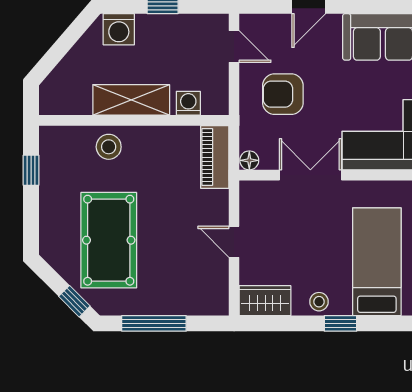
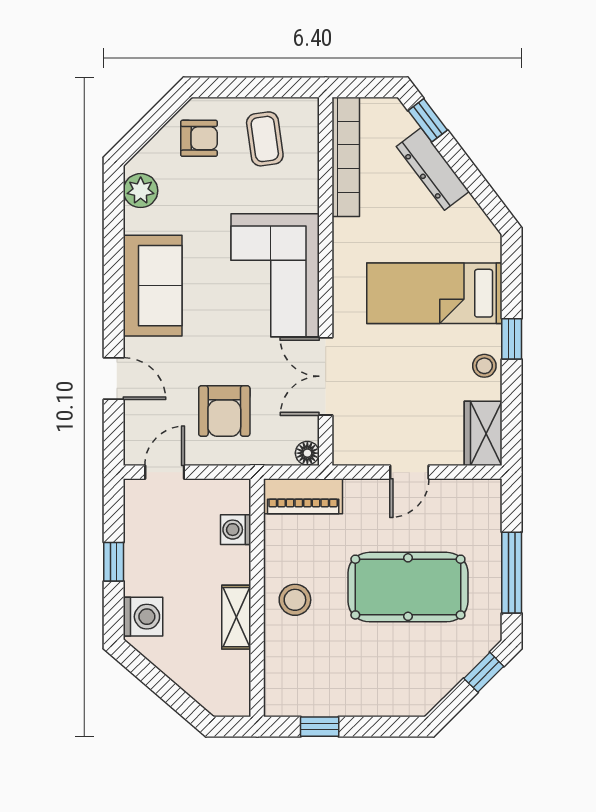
shelving: (131, 100) -> (236, 617), width x0.67, depth x0.75
stool: (109, 147) -> (295, 600), moved
pool table: (109, 240) -> (408, 587), moved

